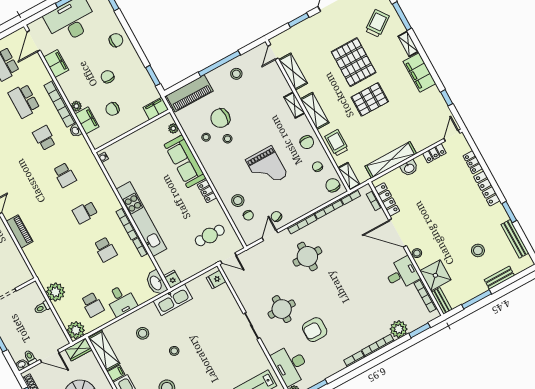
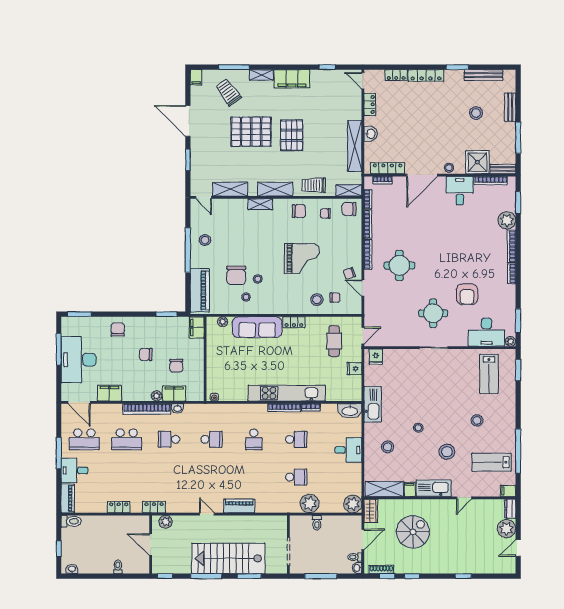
fridge: (172, 279) -> (354, 369), moved
school desk: (93, 305) -> (296, 477), moved

